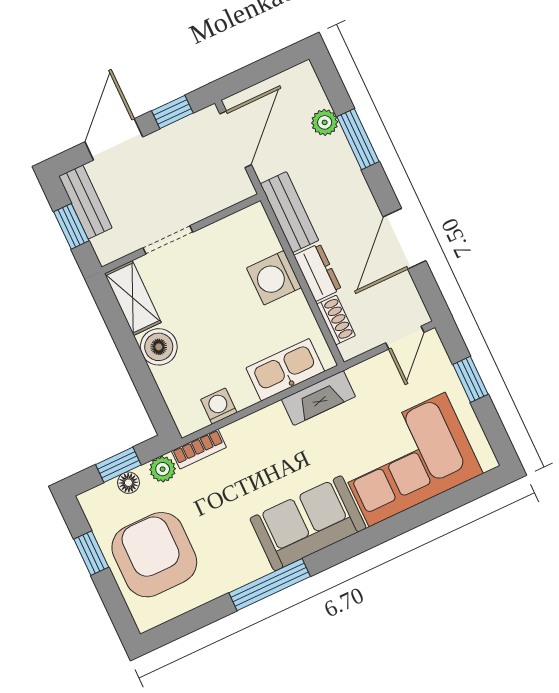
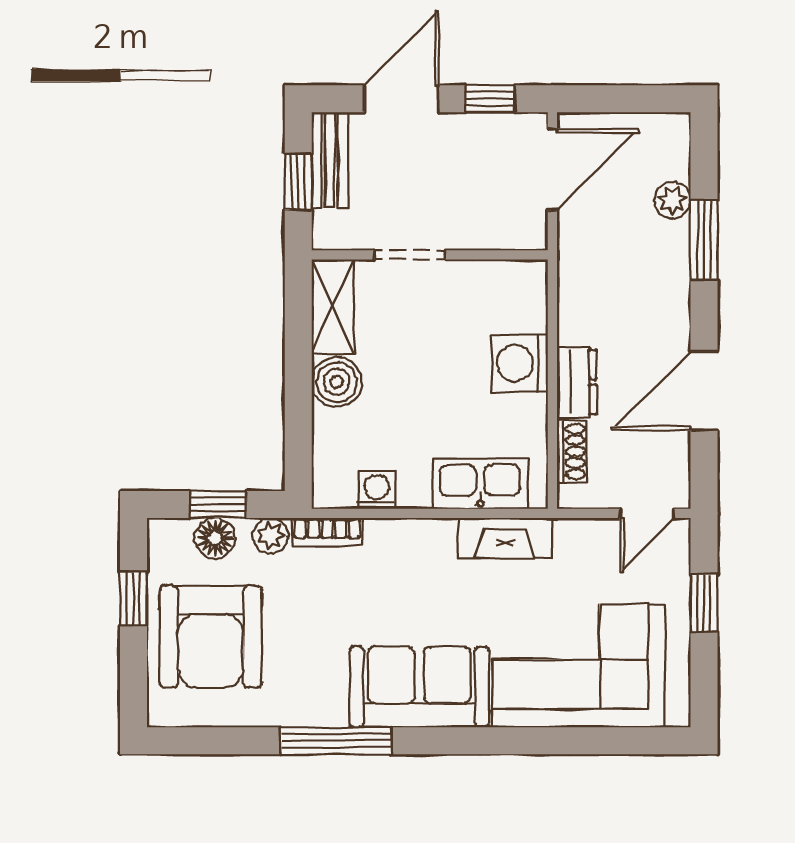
bench: (289, 212) -> (577, 291), removed
floor lamp: (128, 483) -> (215, 538), width x1.37, depth x1.37
armchair: (154, 555) -> (211, 637), turned 180

